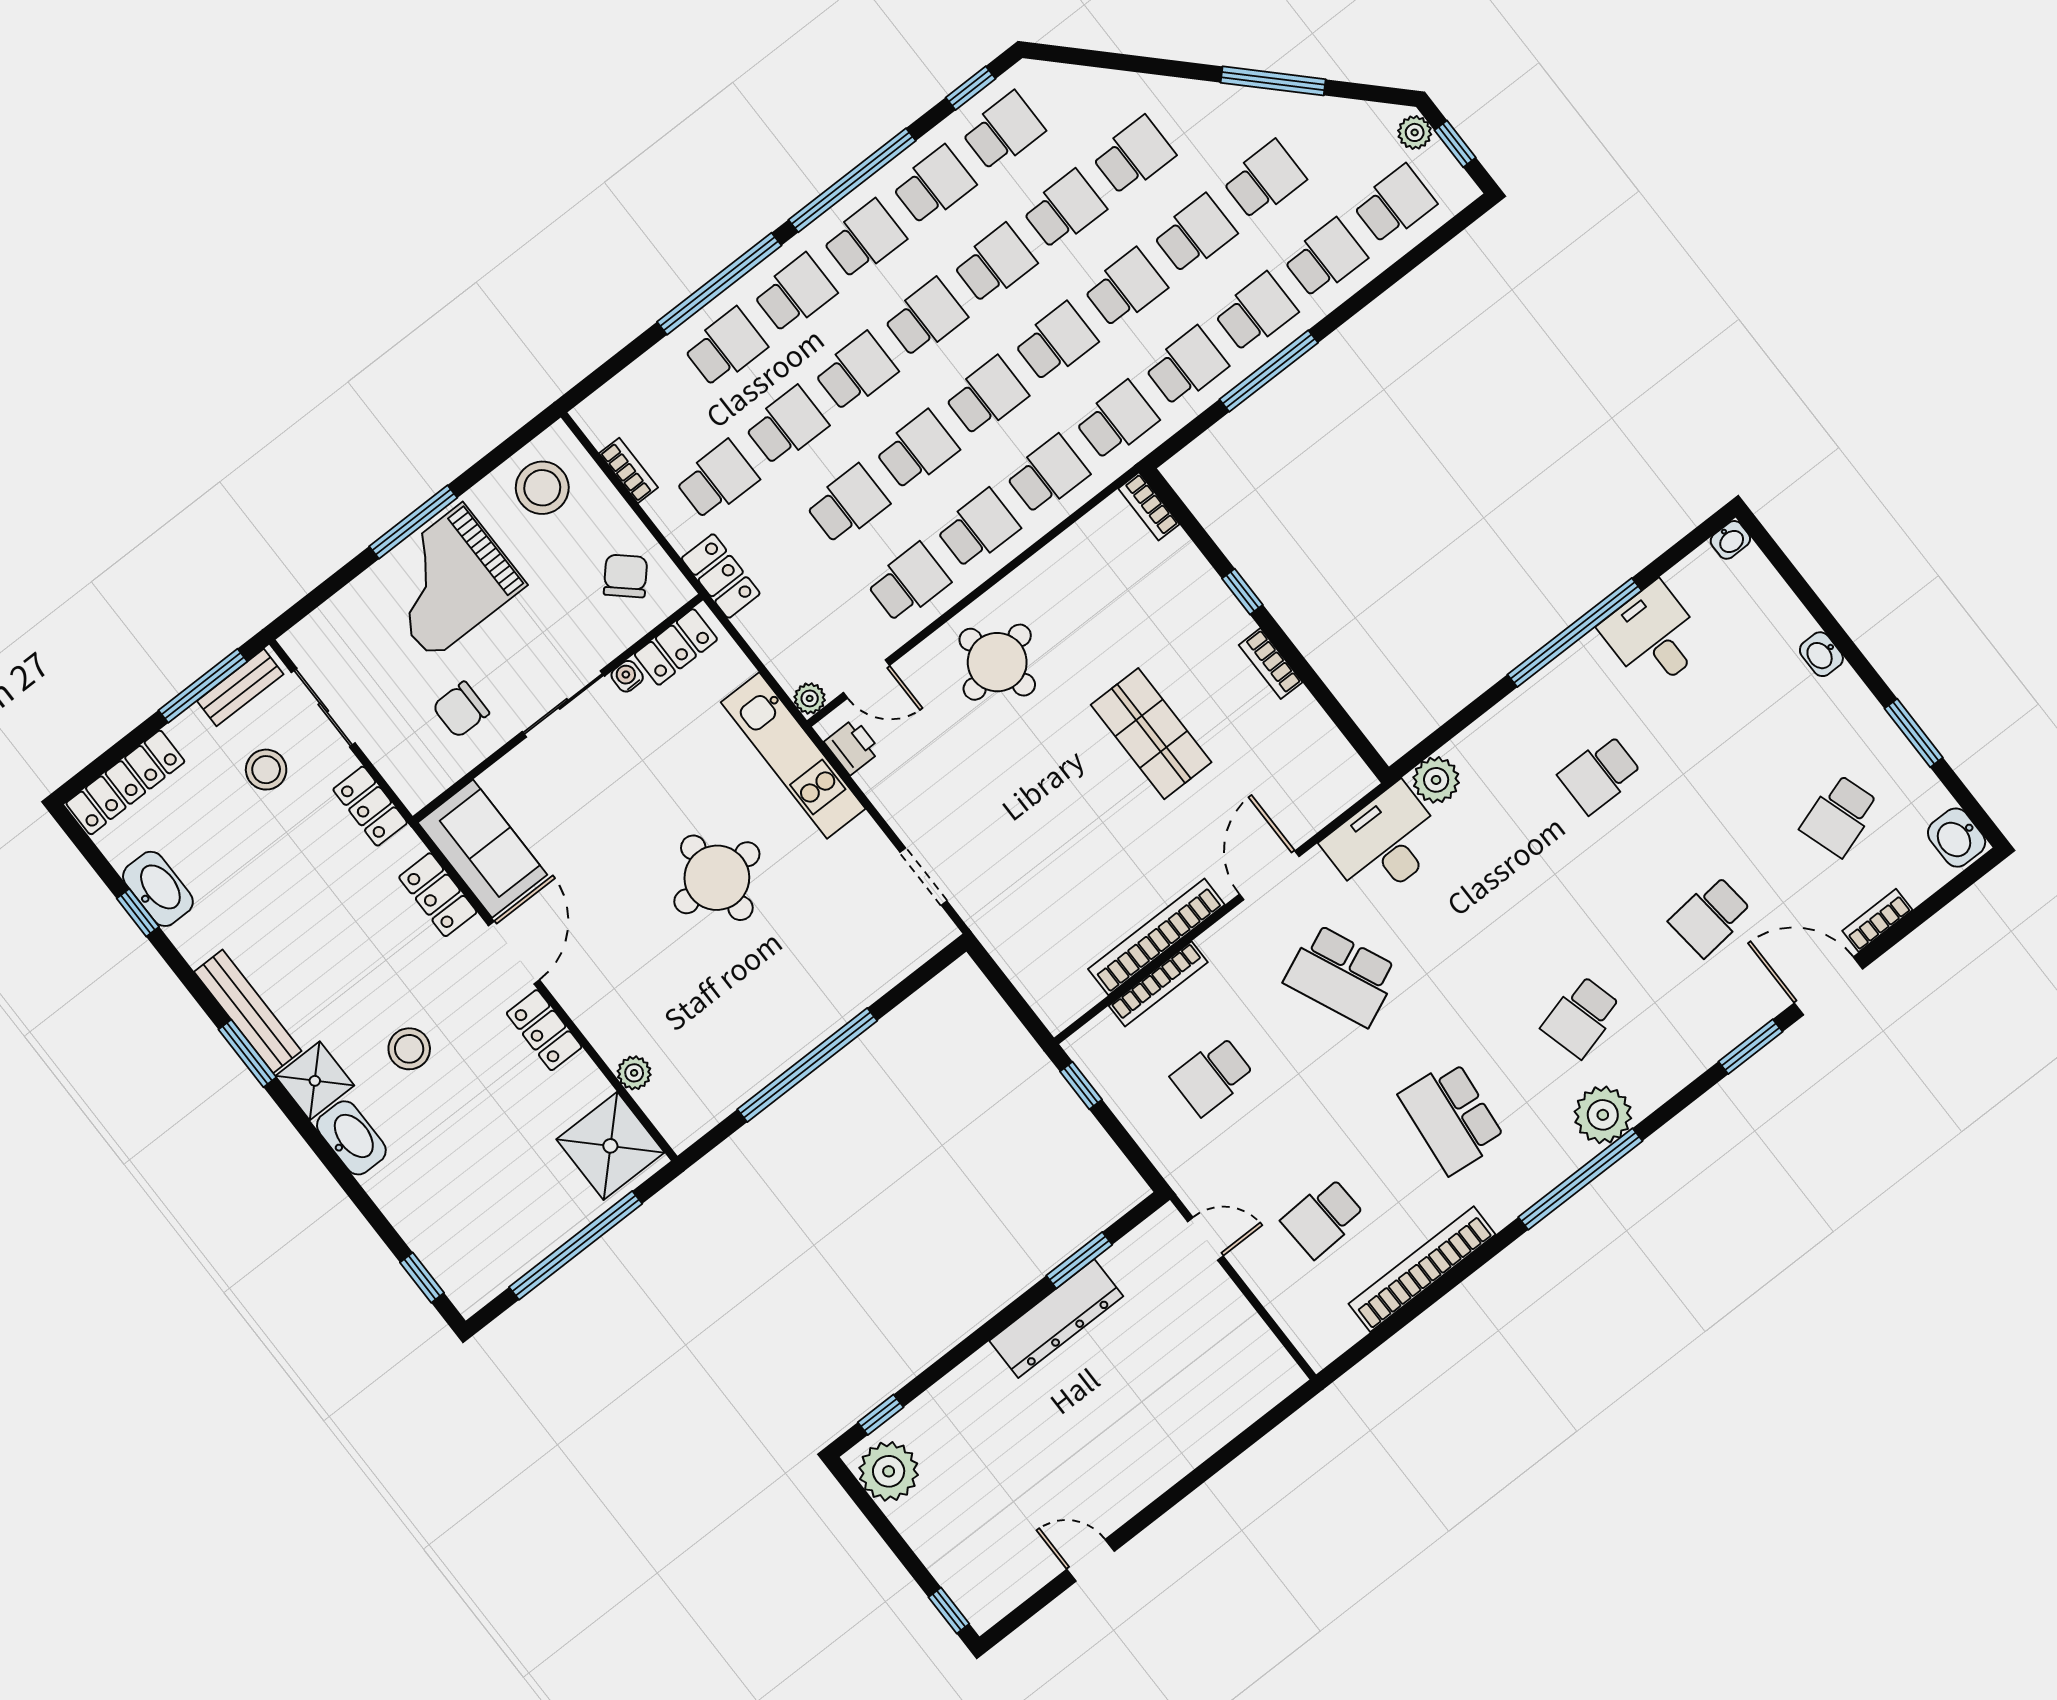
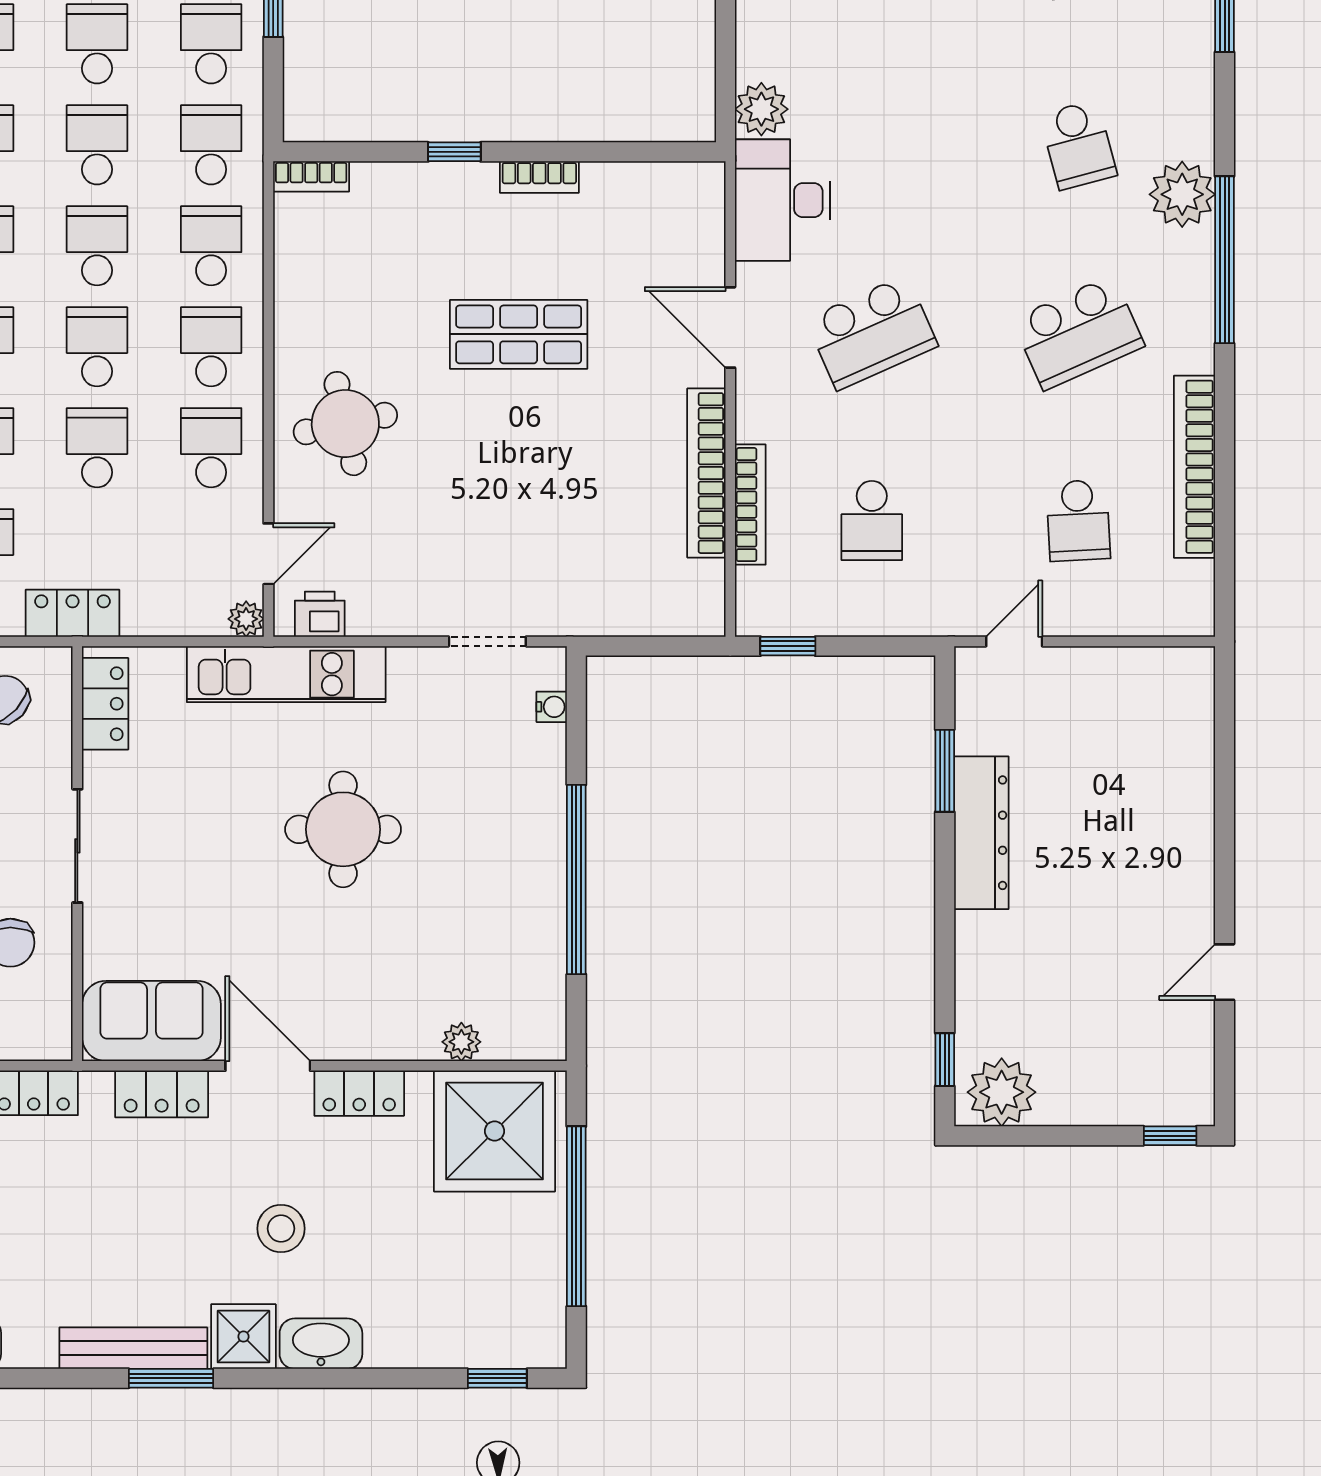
water cooler: (627, 676) -> (552, 707), moved, turned 180
school desk: (1452, 1117) -> (1078, 333), turned -30
shower: (610, 1146) -> (495, 1131), width x1.37, depth x1.37

